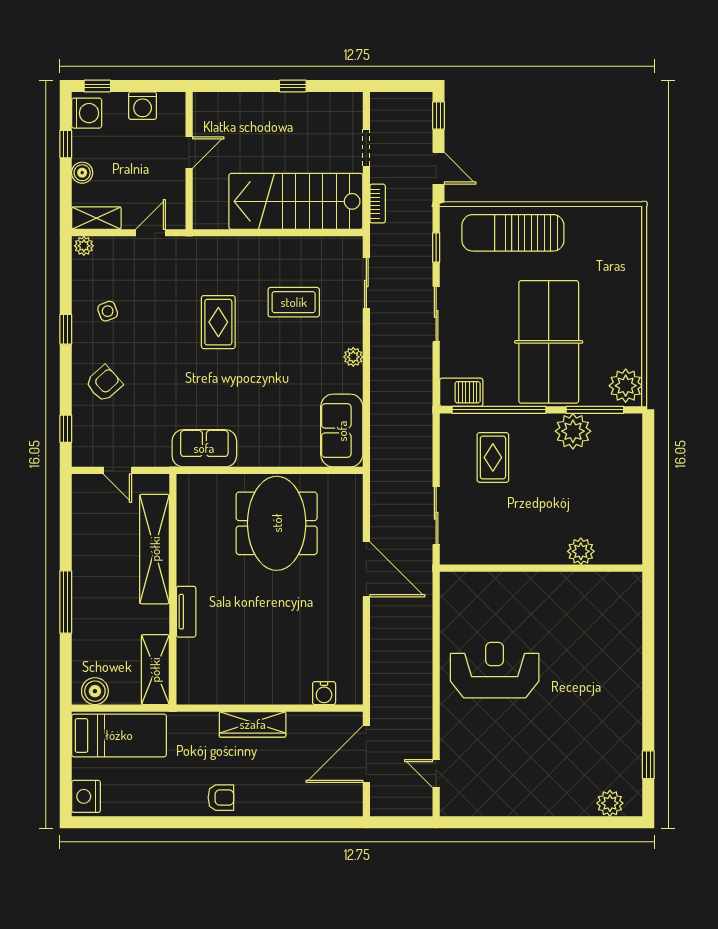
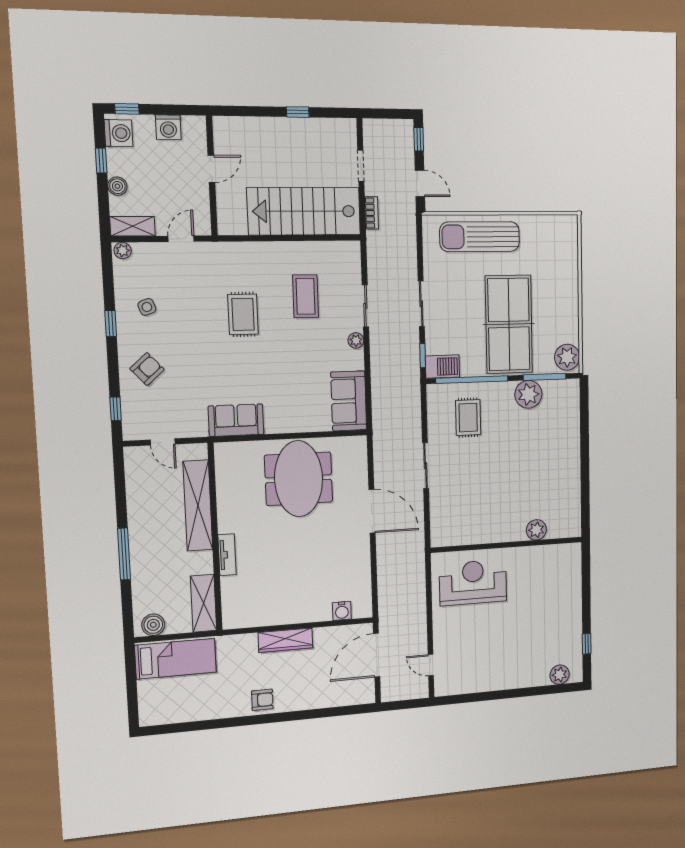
window: (436, 247) -> (423, 356), moved
sliding door: (366, 283) -> (365, 306), moved
coffee table: (294, 302) -> (306, 296), turned 90
plant: (581, 551) -> (536, 530), moved
wall: (541, 568) -> (507, 545), moved
nightstand: (86, 796) -> (150, 710), removed

